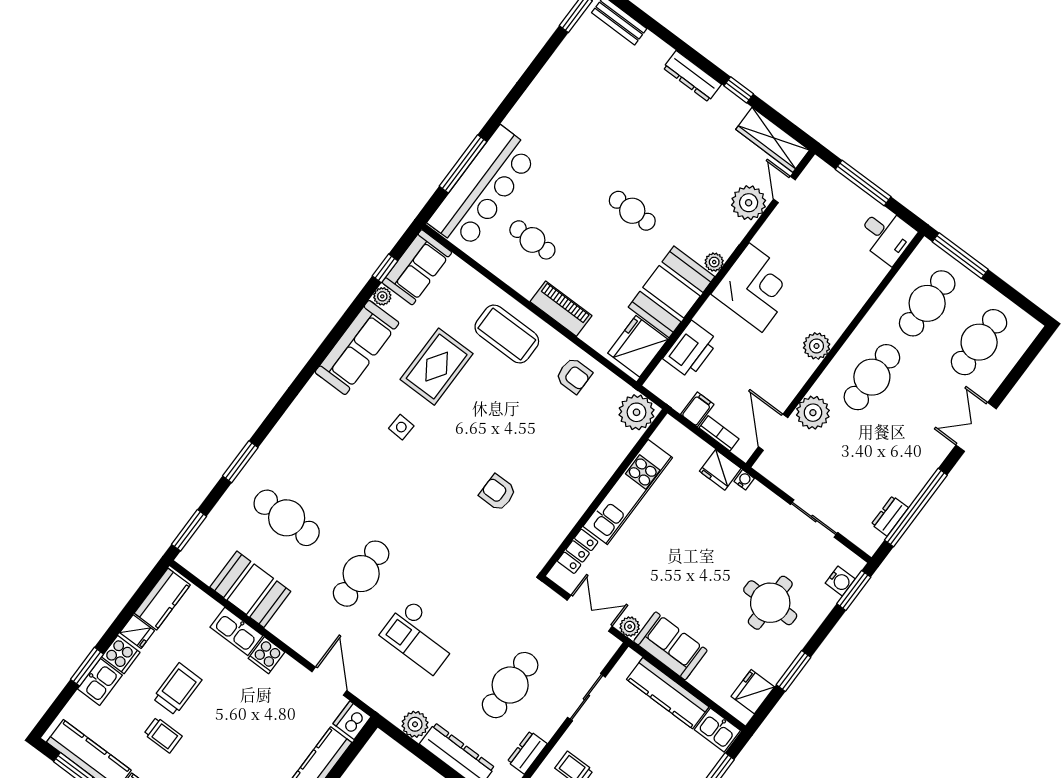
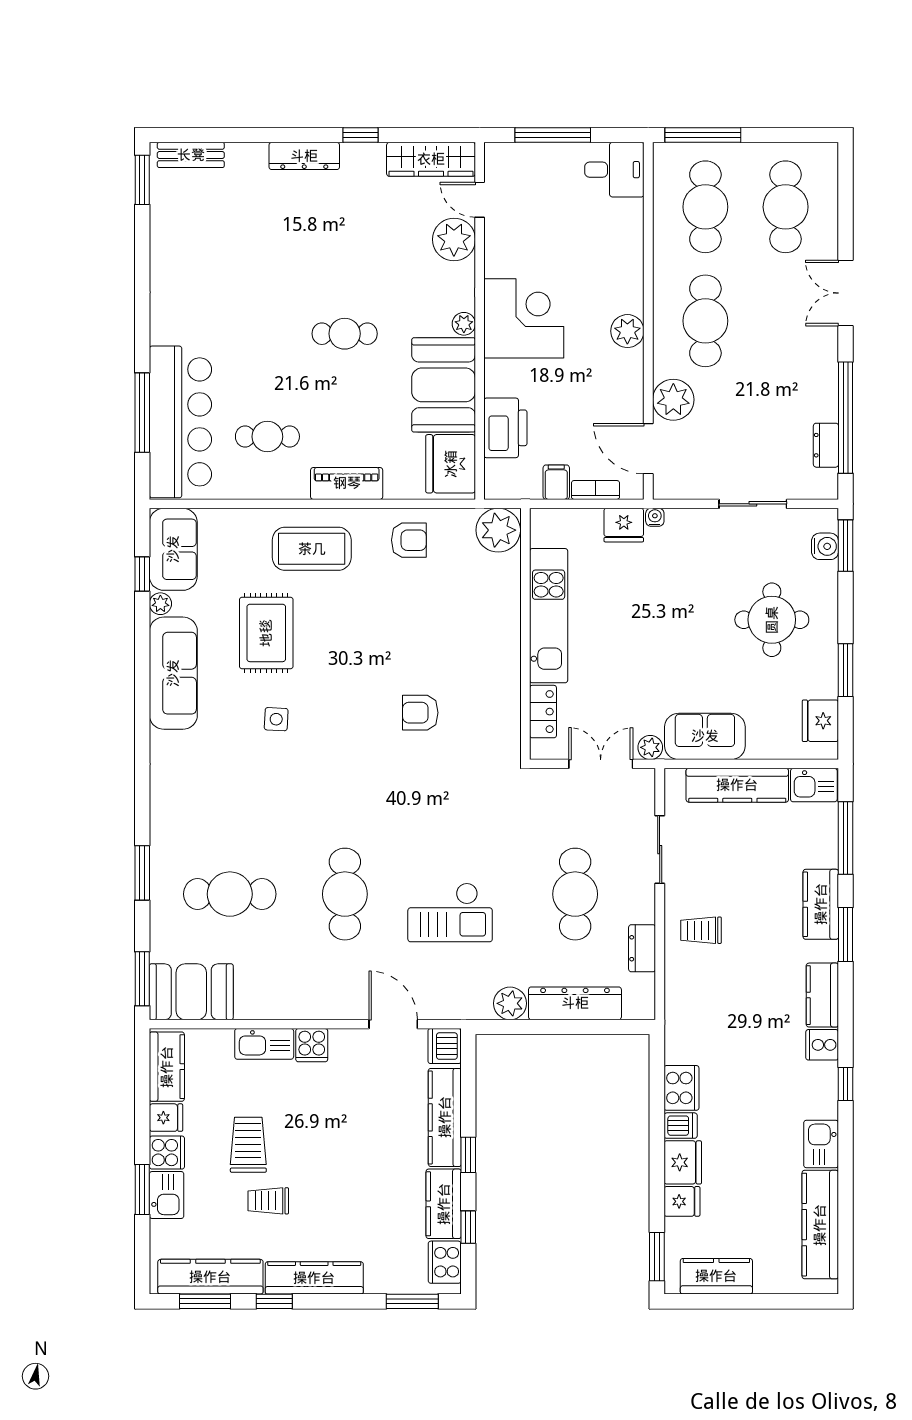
booth: (250, 589) -> (191, 992), moved
trolley: (163, 735) -> (268, 1201), turned 180

